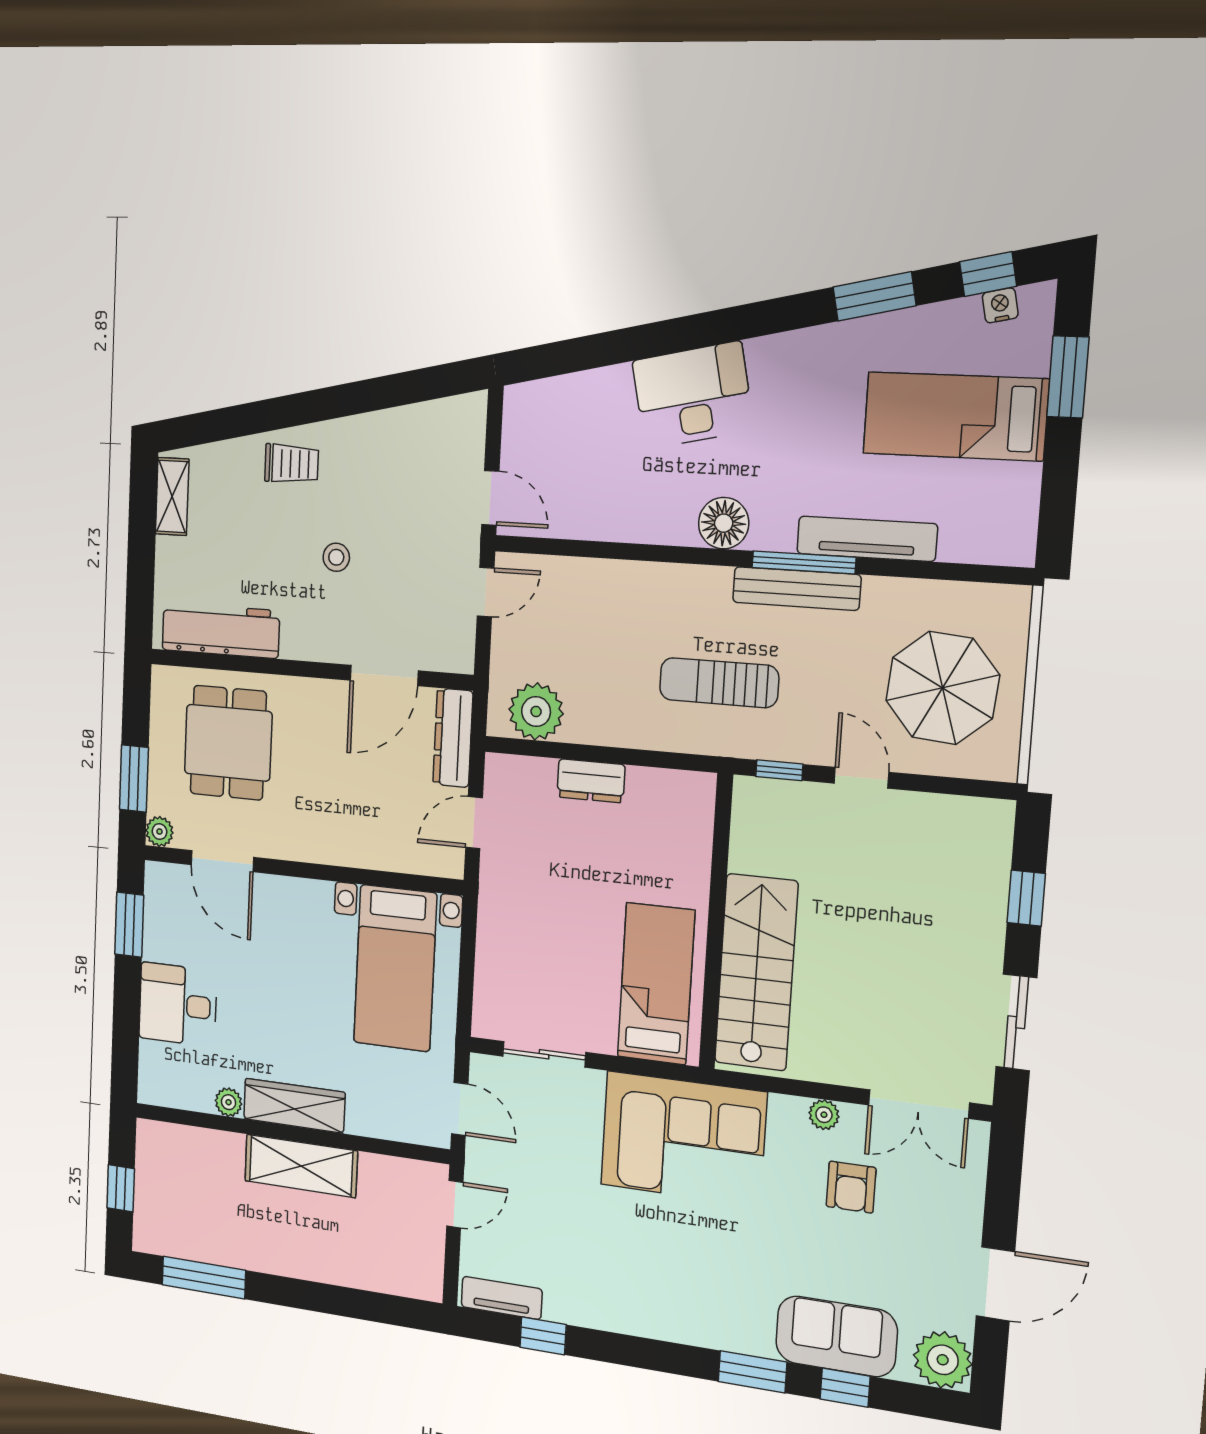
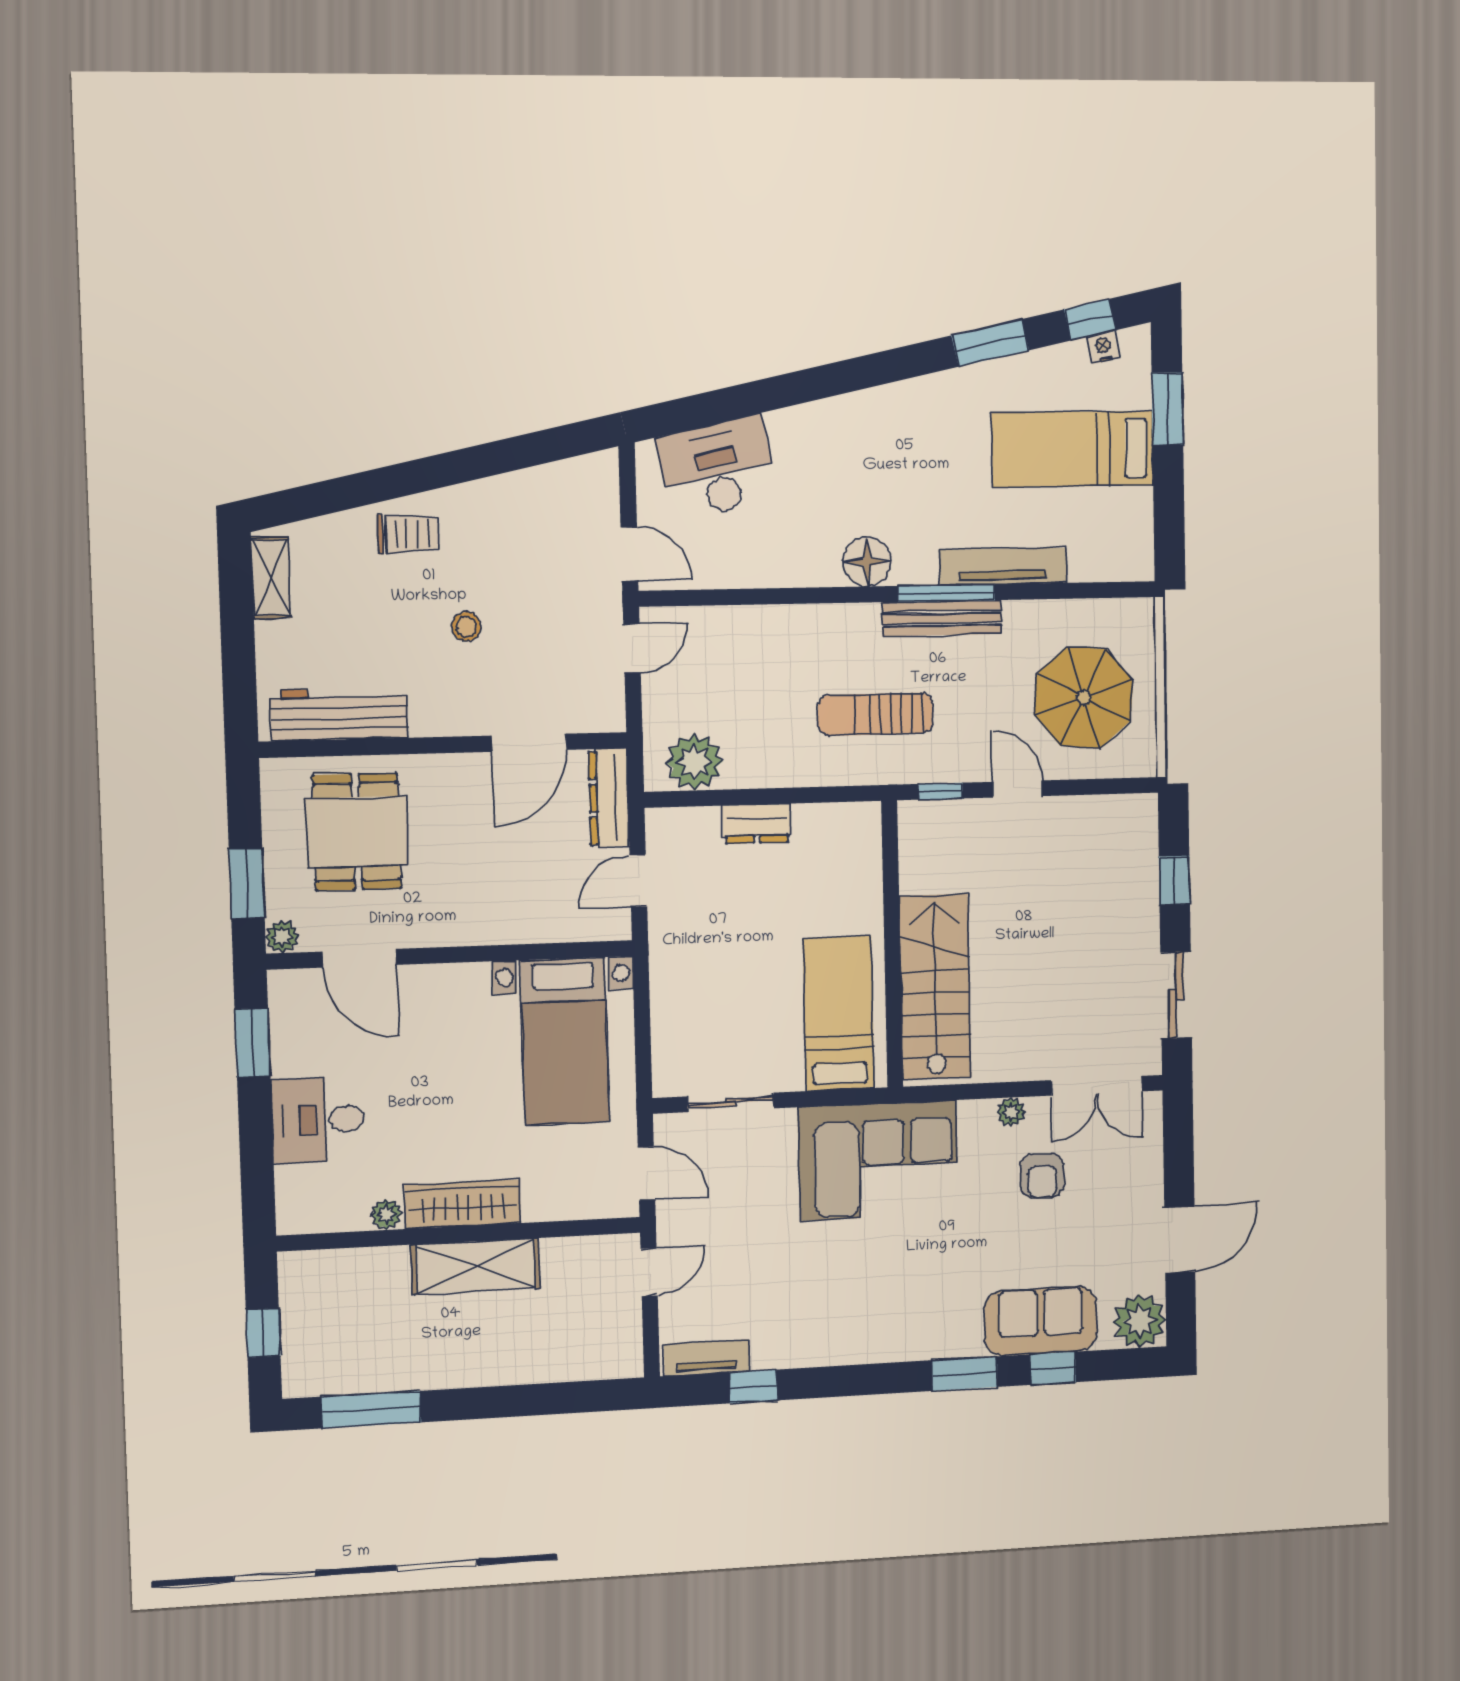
desk: (693, 395) -> (718, 468), moved

